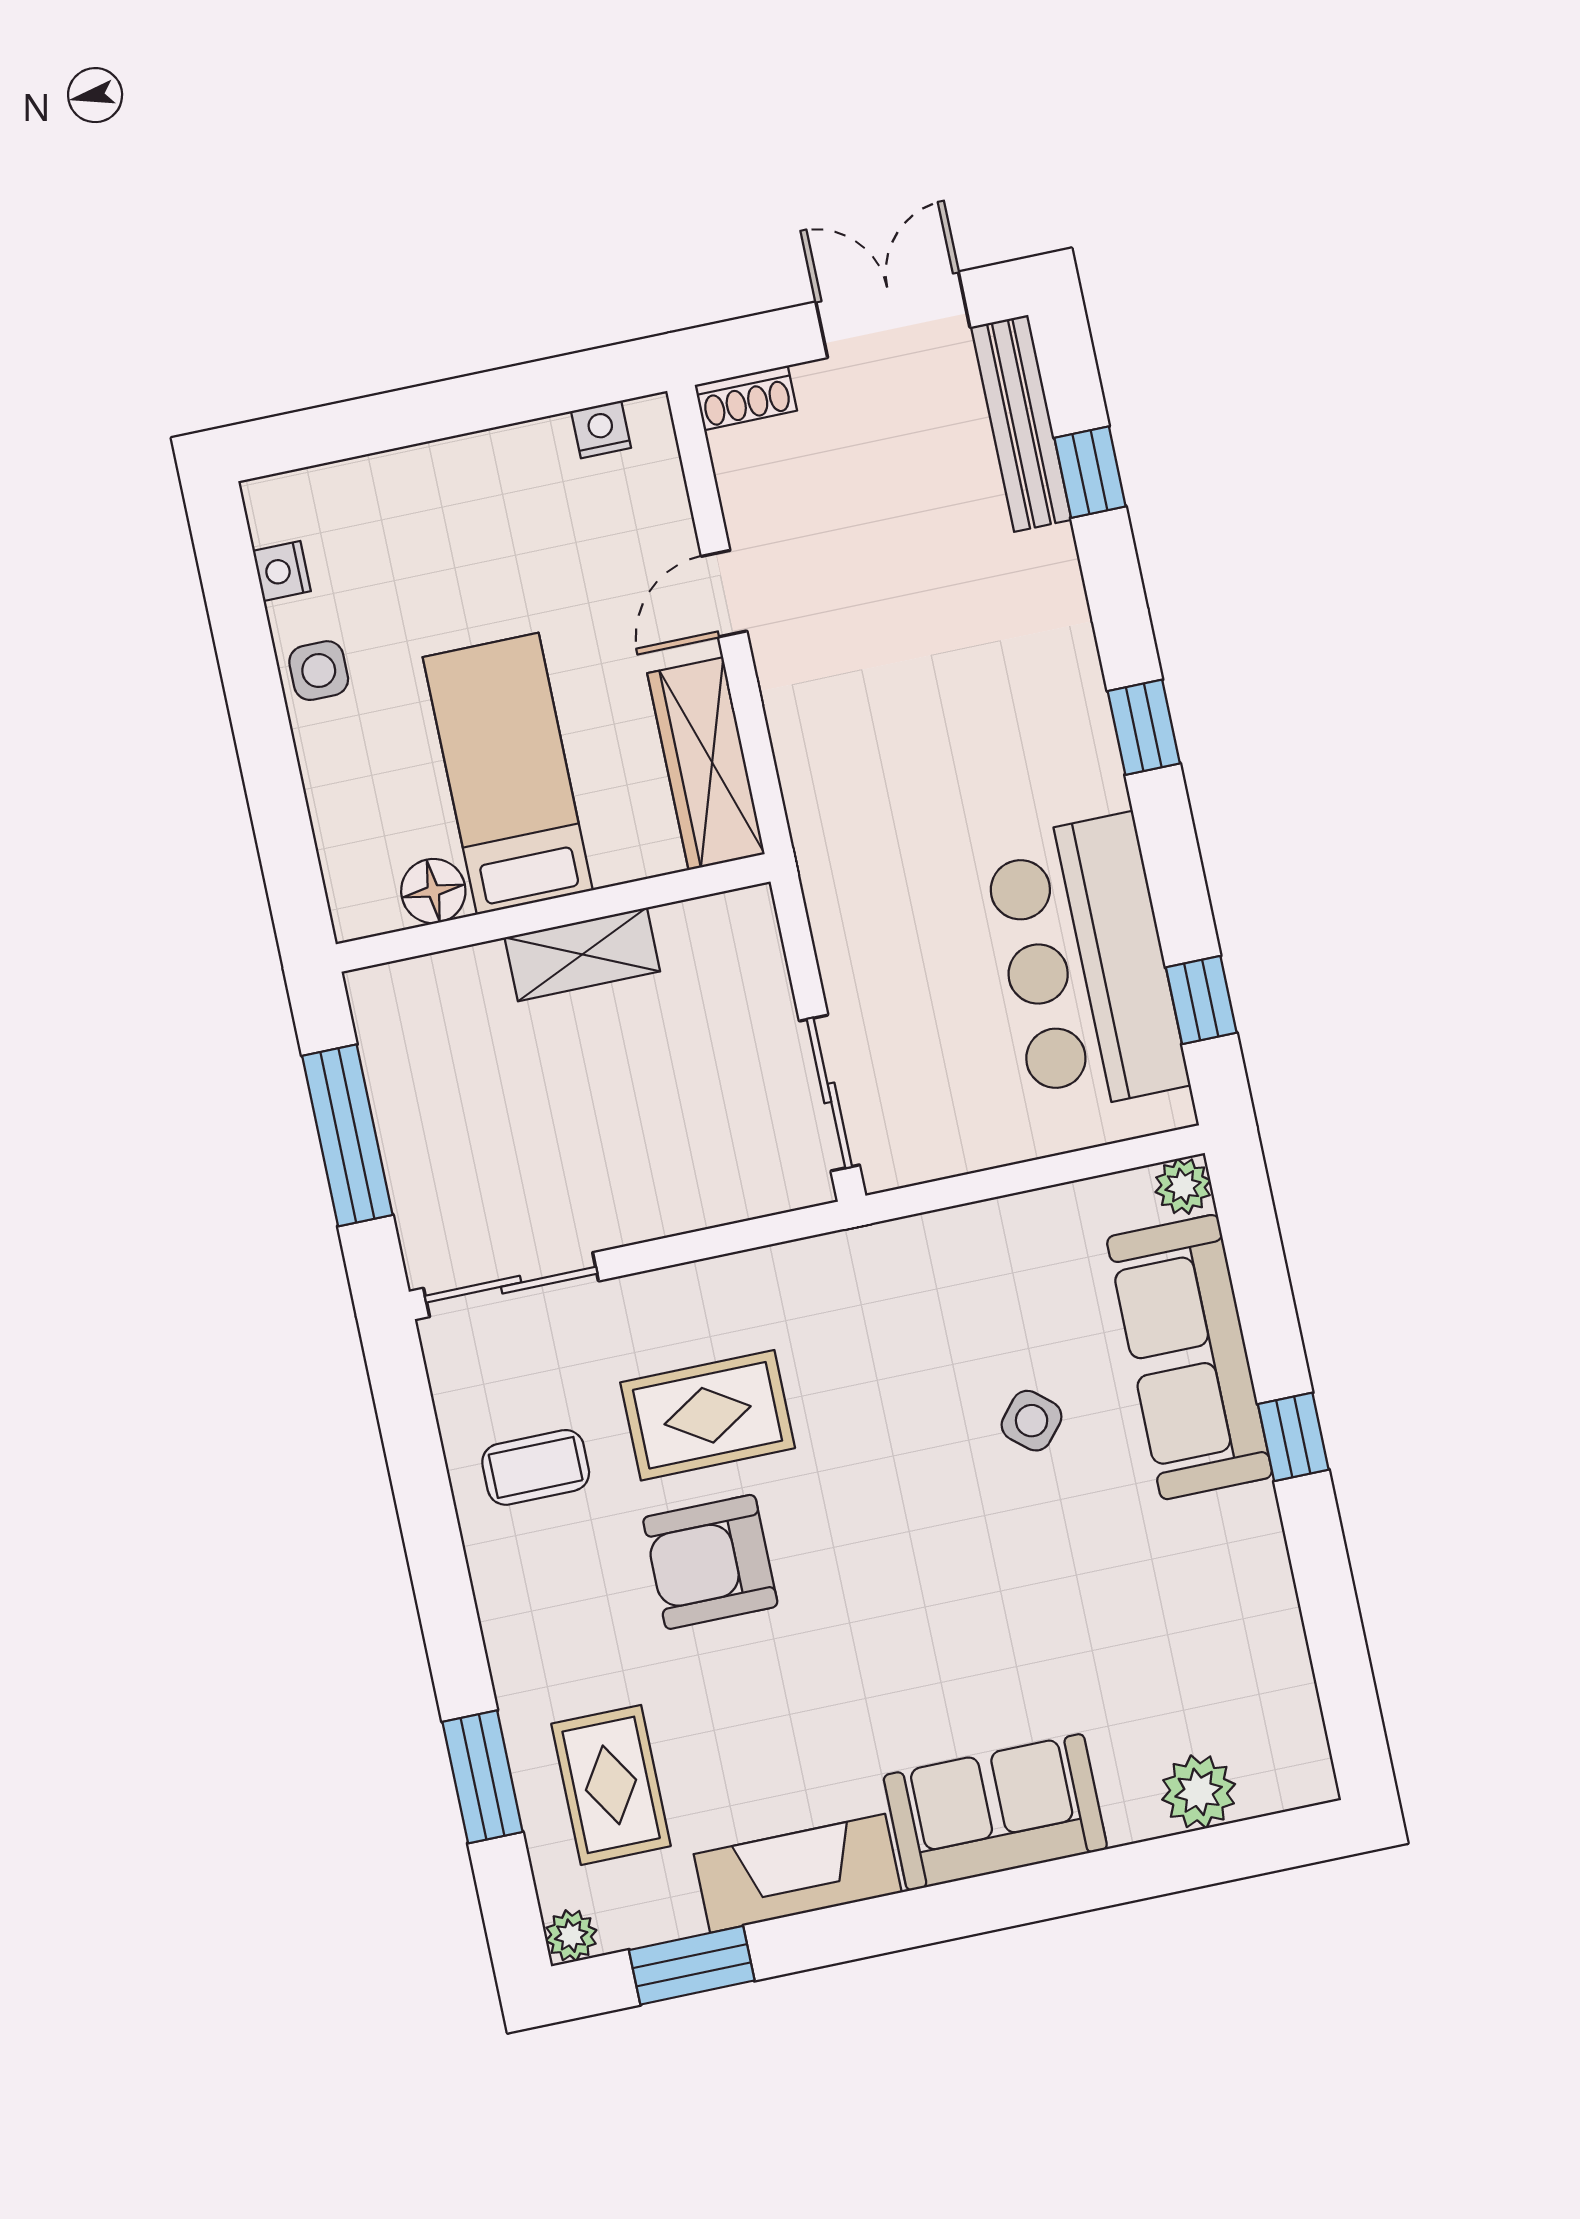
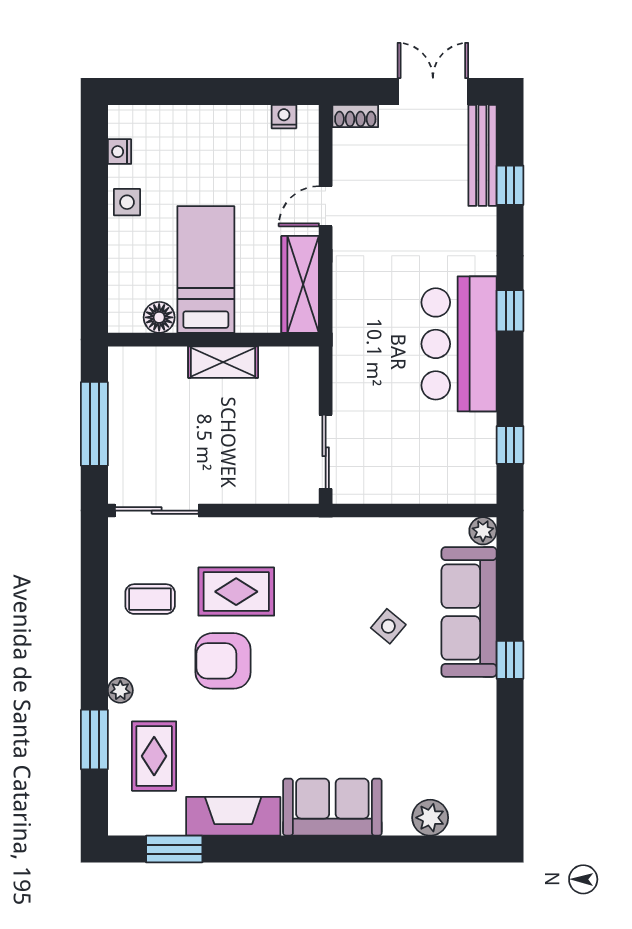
bar counter: (1085, 964) -> (459, 344), moved
plant: (571, 1936) -> (120, 690), moved

